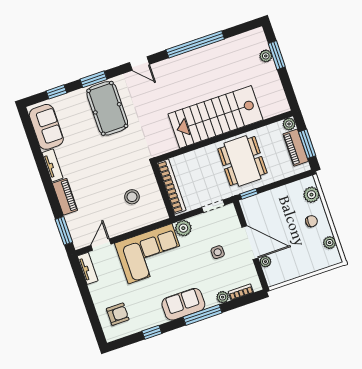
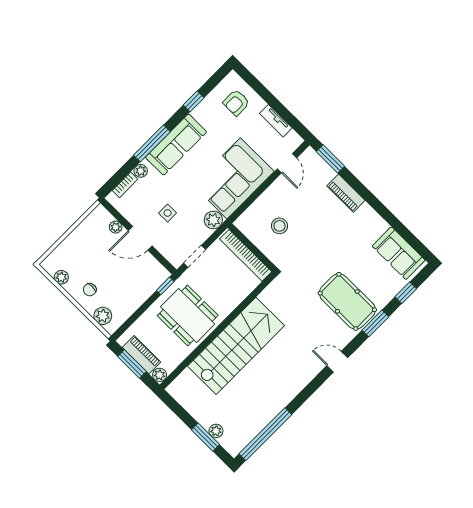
window: (195, 44) -> (265, 434), moved
tv unit: (52, 165) -> (374, 218), removed
door: (250, 243) -> (140, 238), width x0.73
tv unit: (88, 268) -> (276, 121), moved
sofa: (183, 304) -> (176, 145), width x1.36

